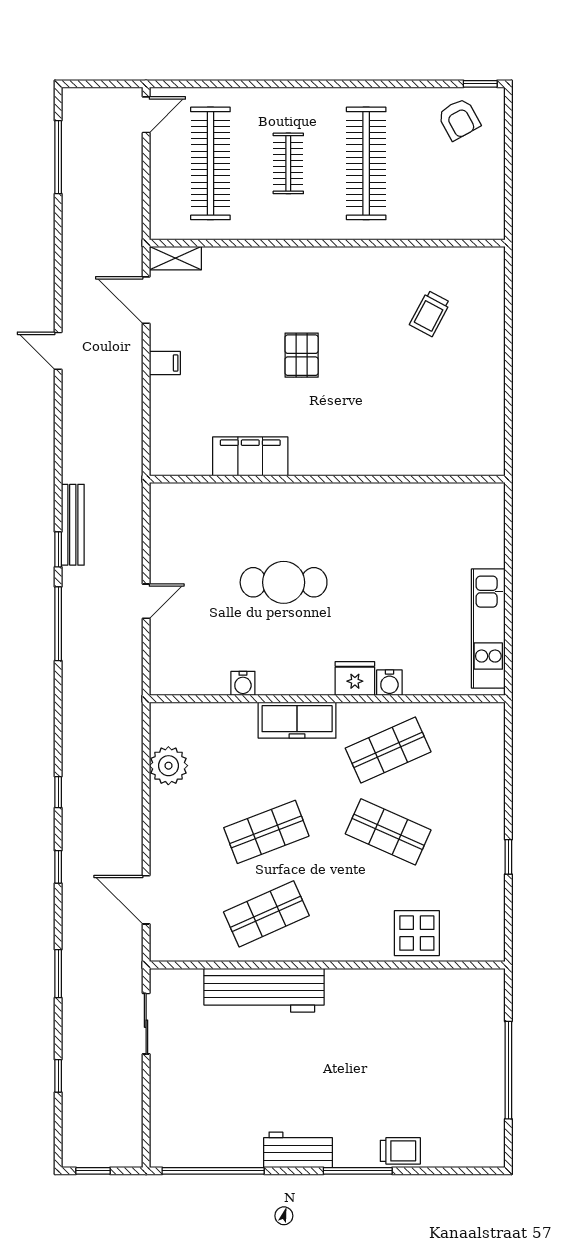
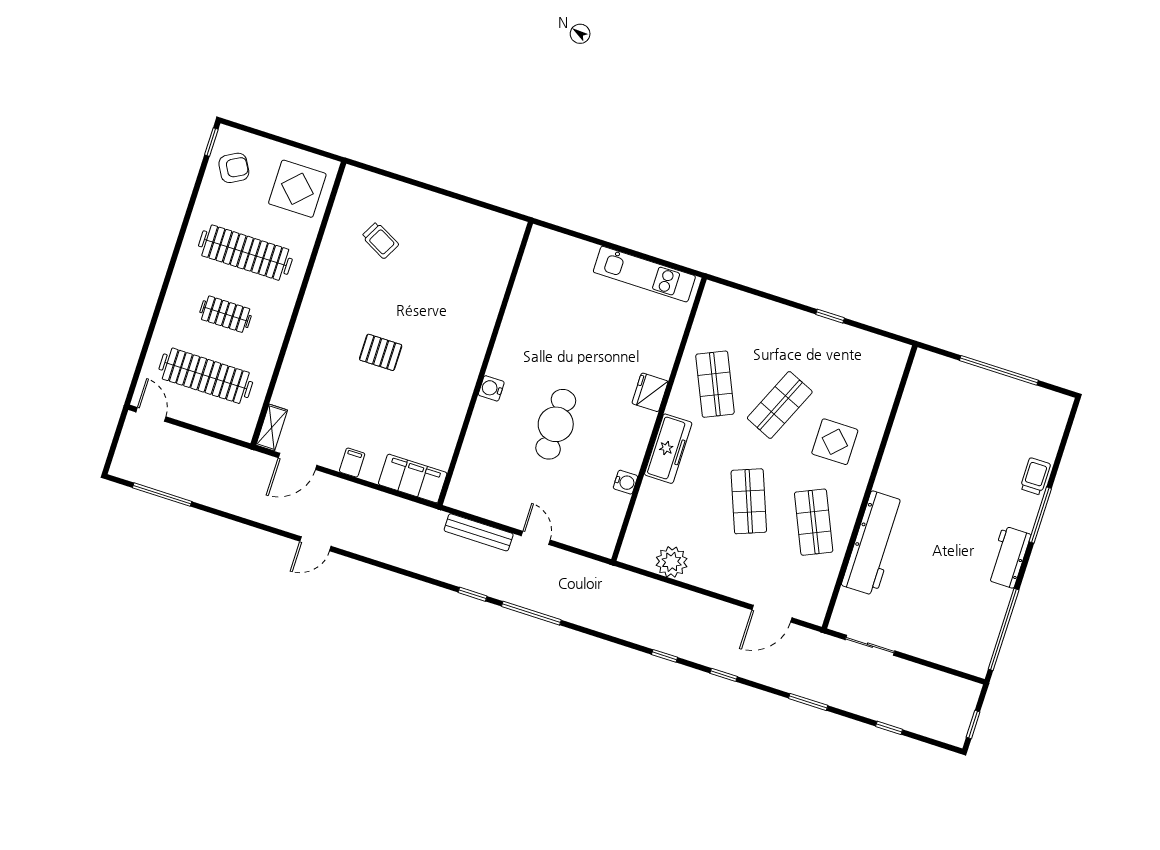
display table: (458, 200) -> (297, 189), added
filing cabinet: (250, 456) -> (413, 478), moved, turned 90
bench: (73, 525) -> (479, 532), moved
water cooler: (389, 683) -> (491, 388), moved, turned 180
display table: (417, 933) -> (835, 442), moved

